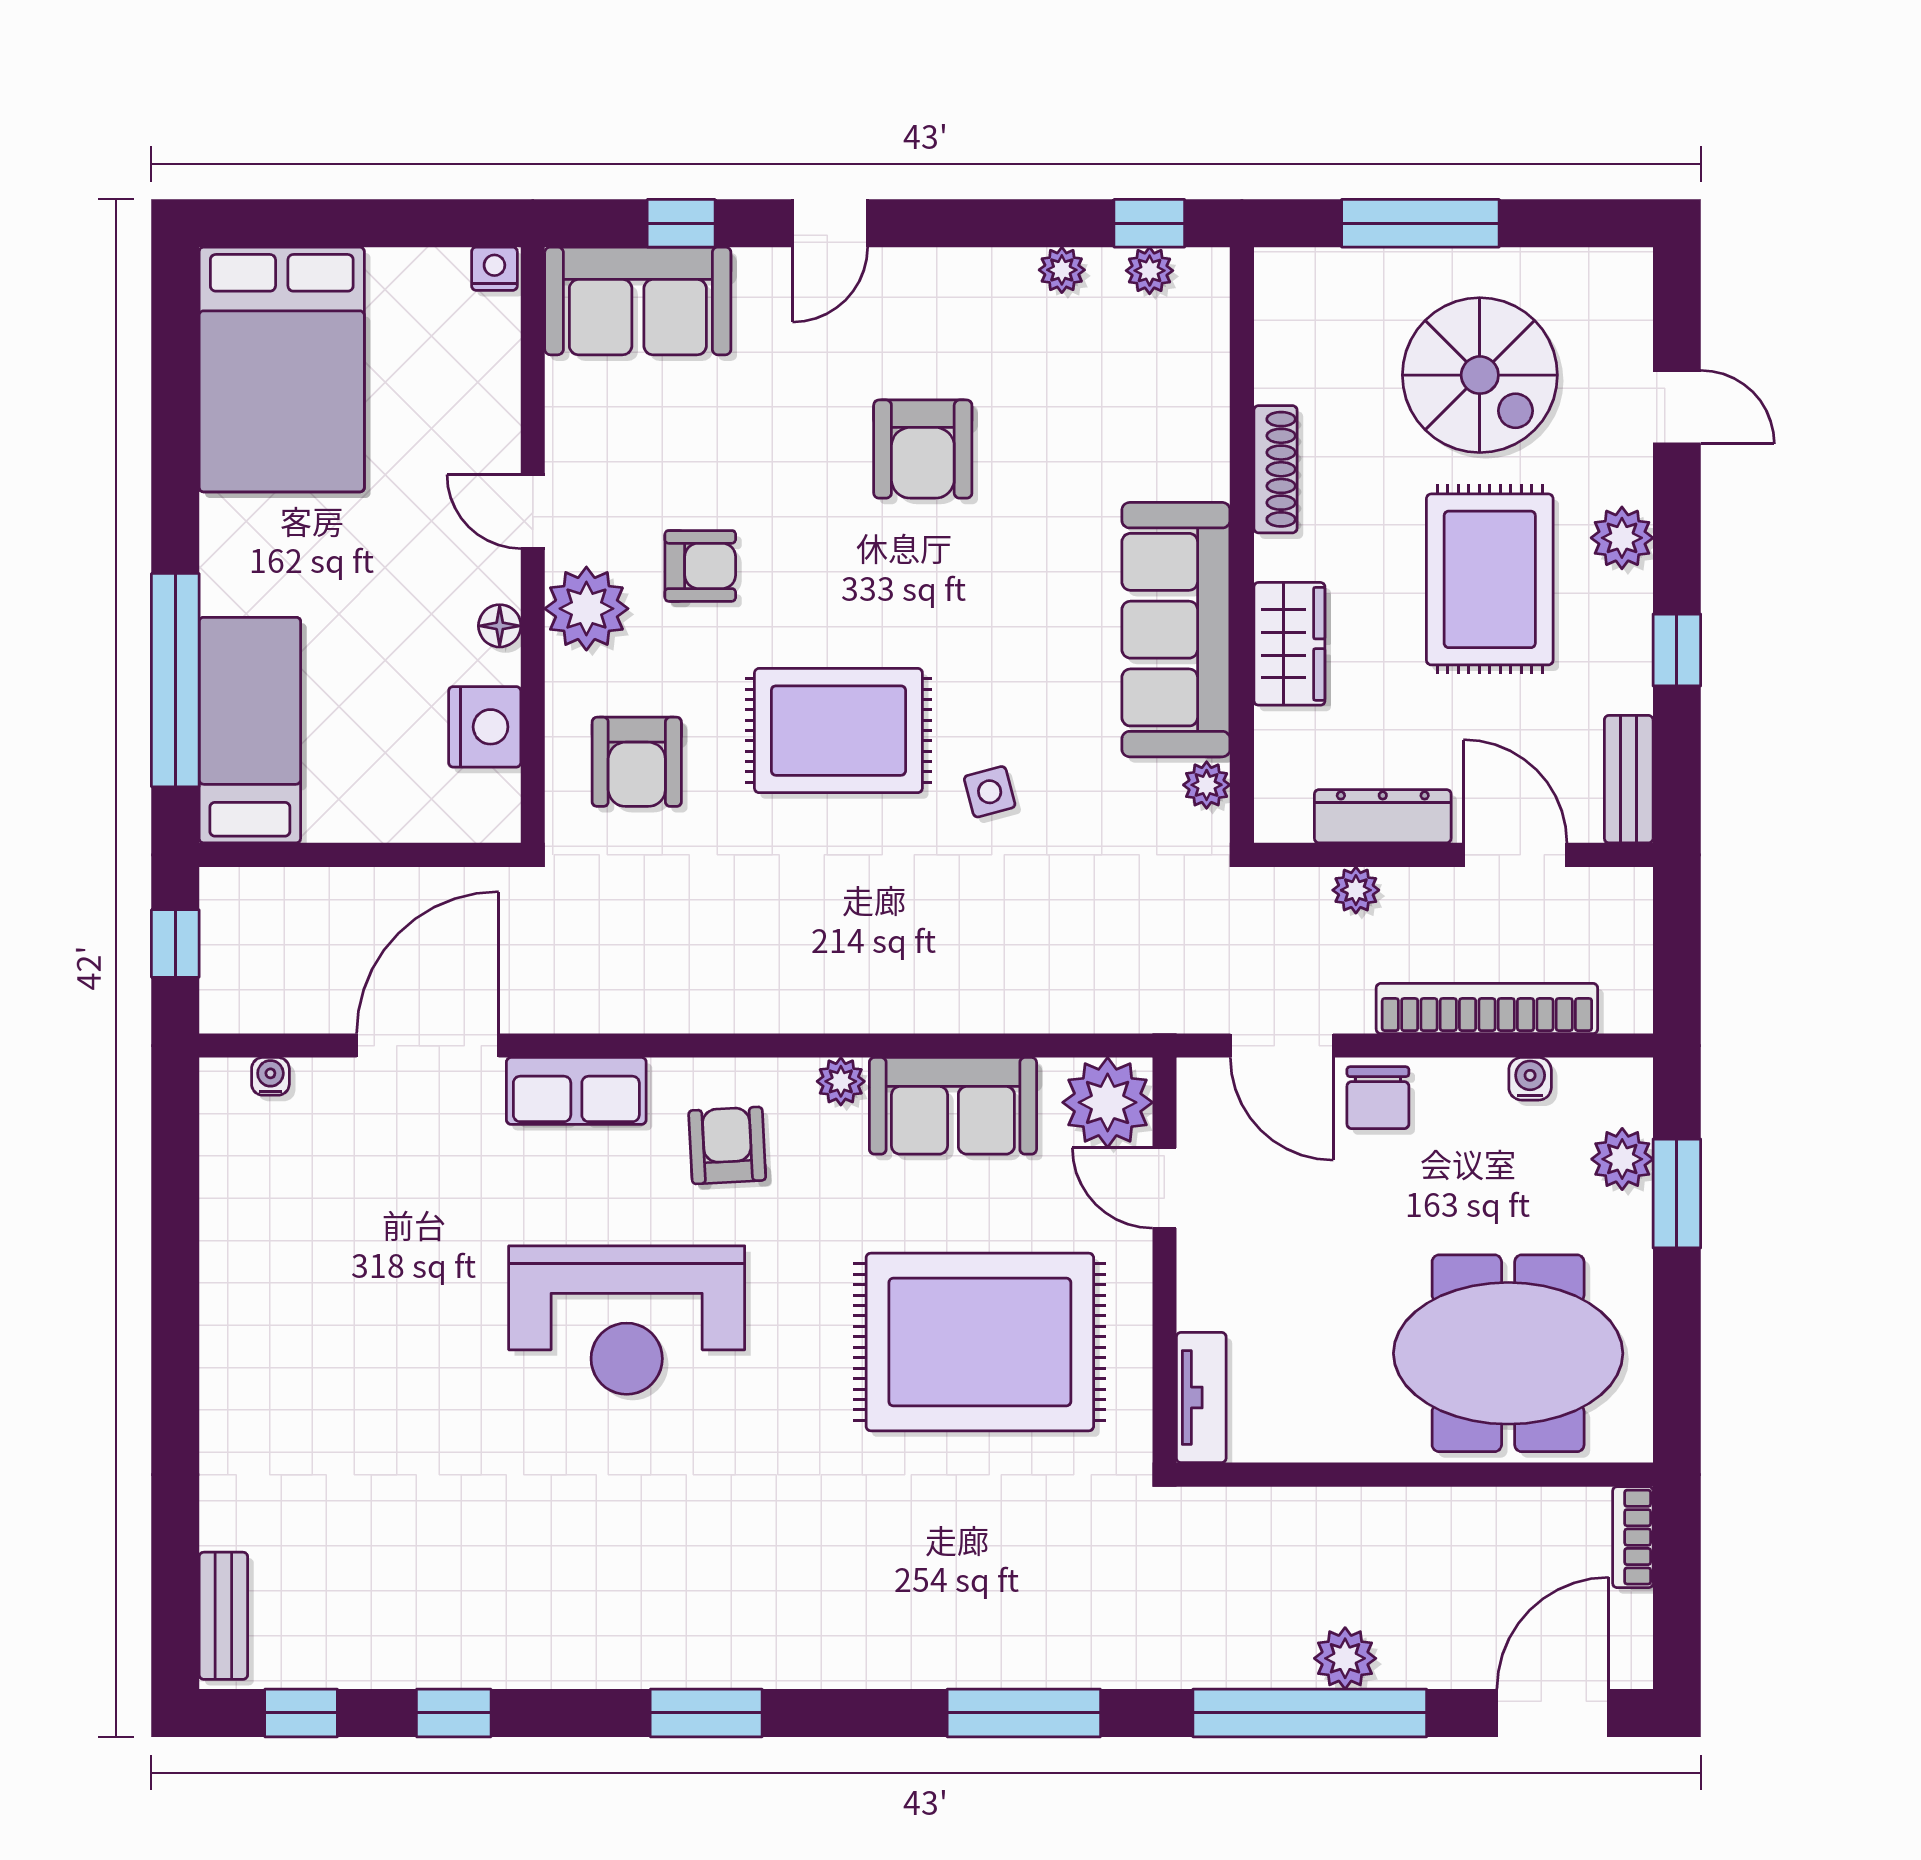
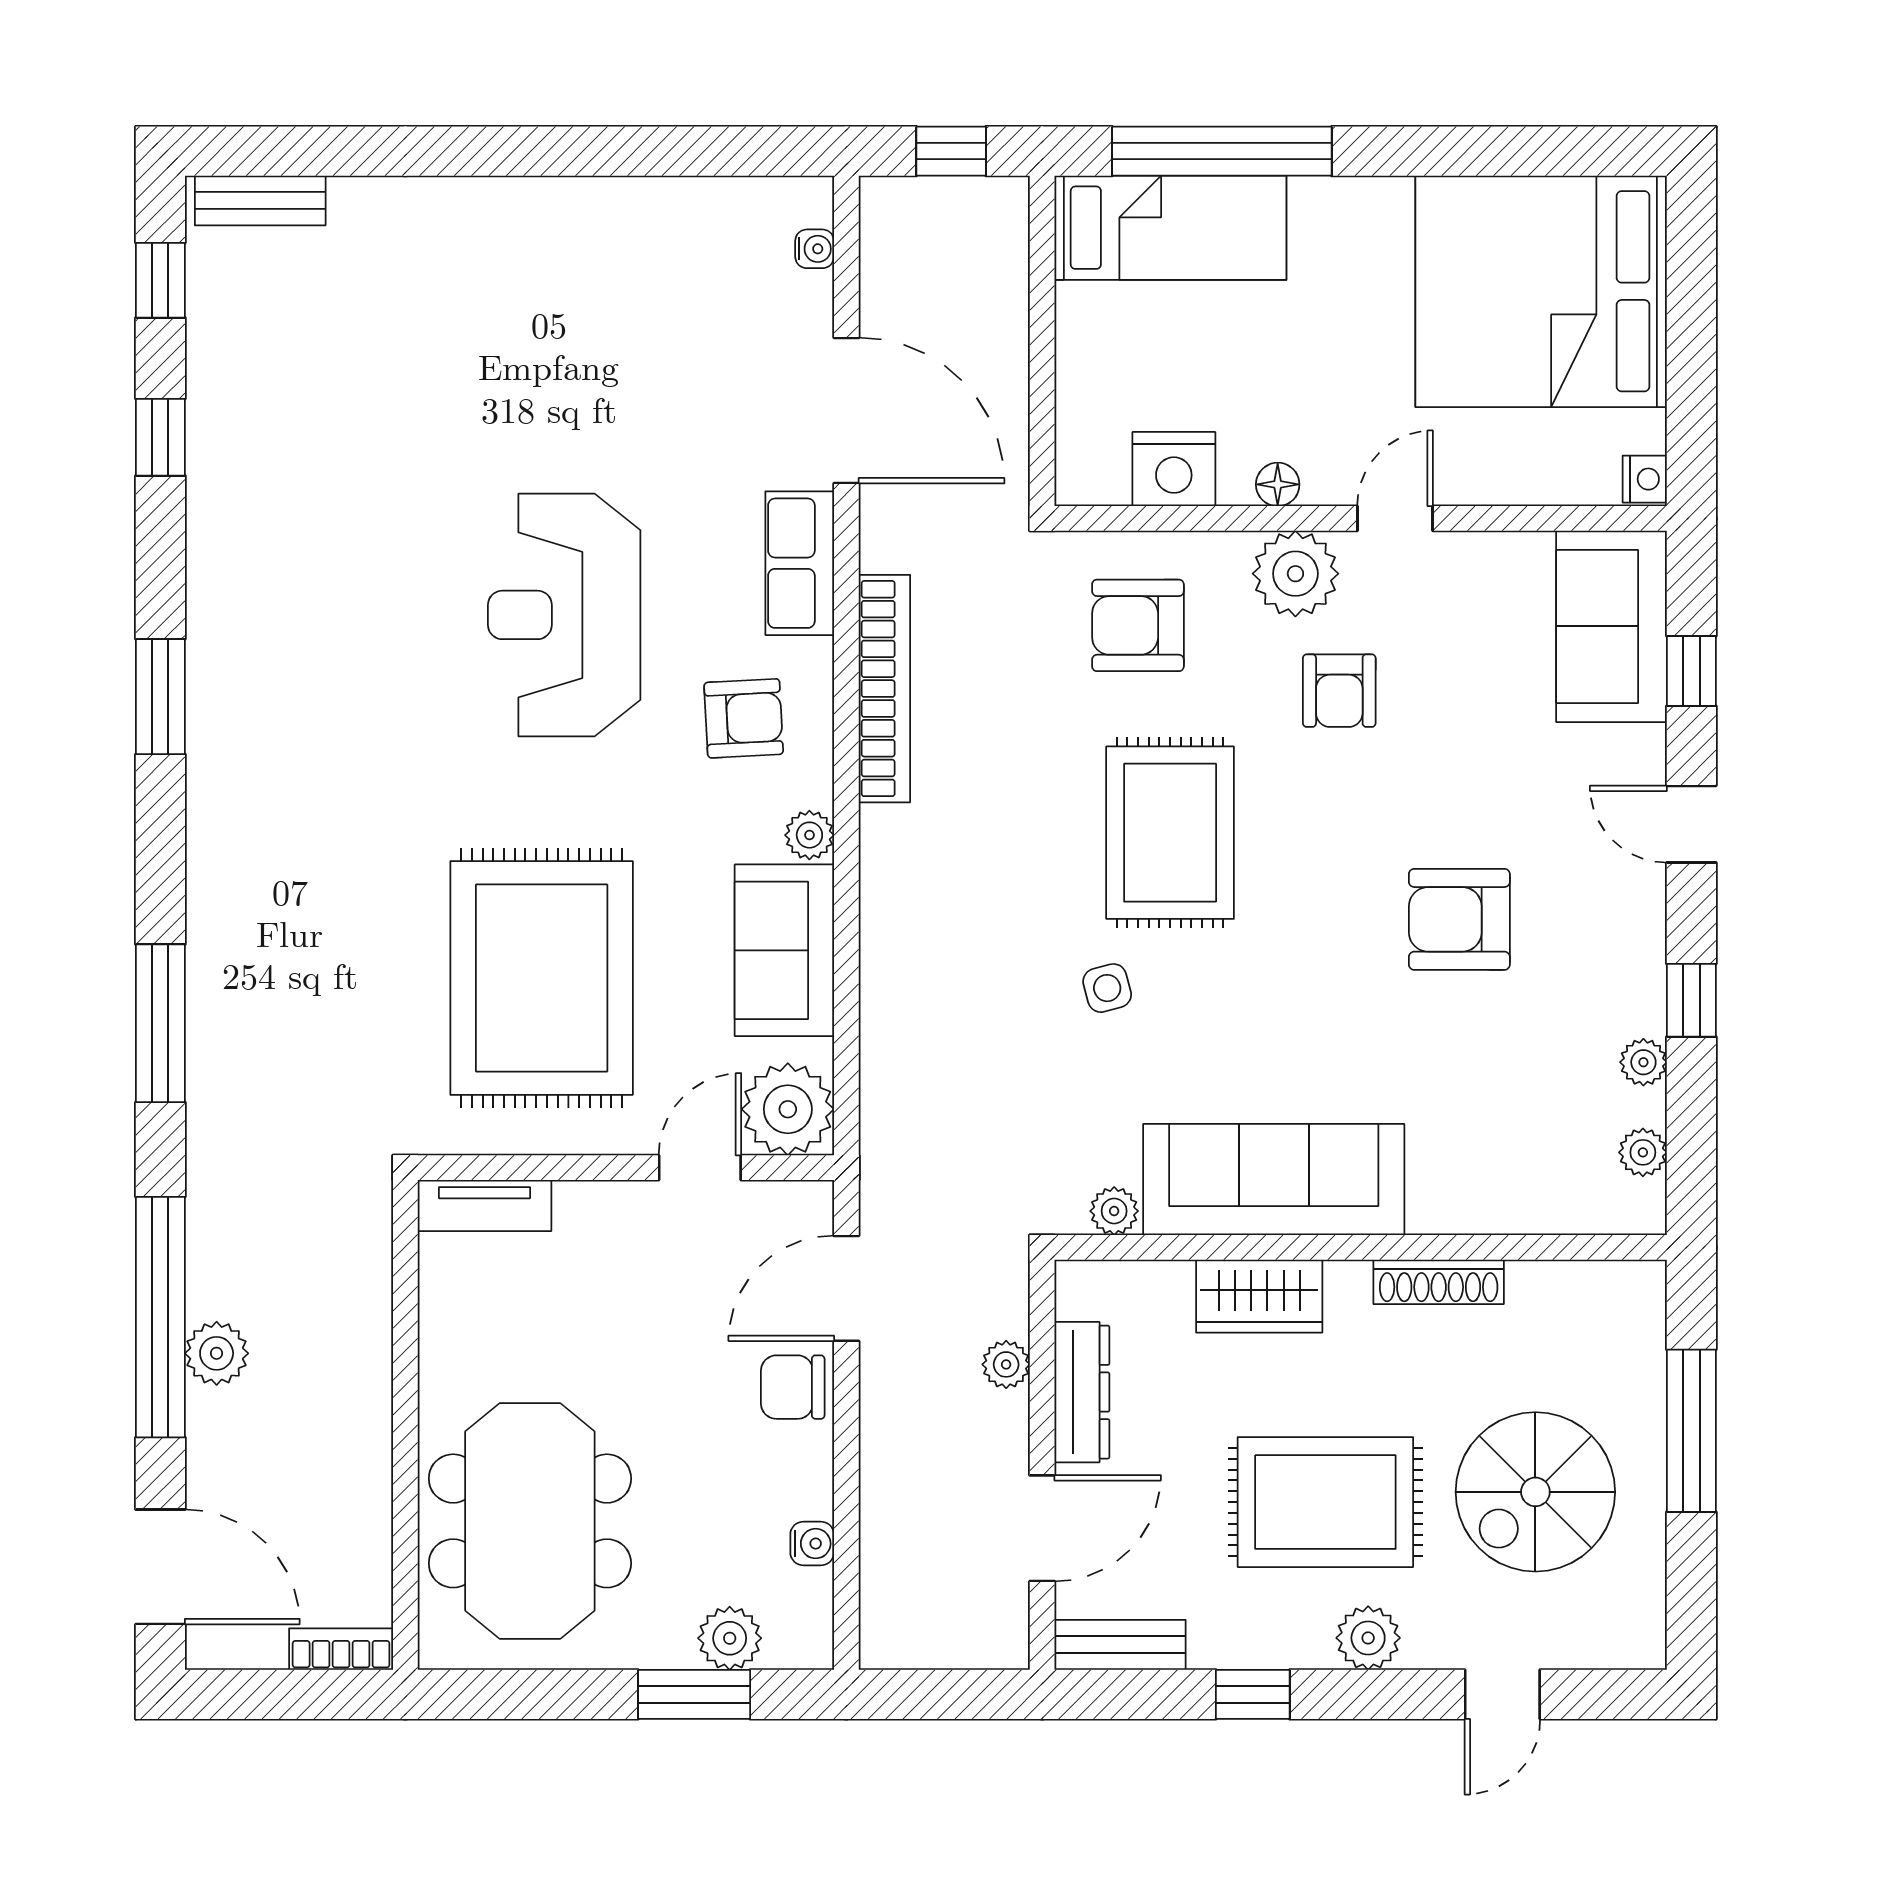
window: (1149, 223) -> (1691, 1000), moved
bed: (282, 370) -> (1541, 291), width x1.36
bookcase: (1487, 1009) -> (884, 689), moved

